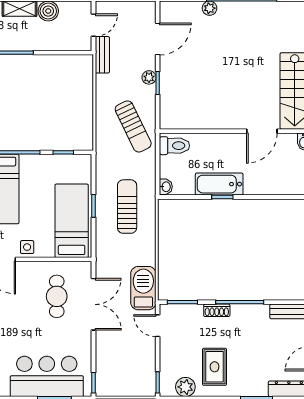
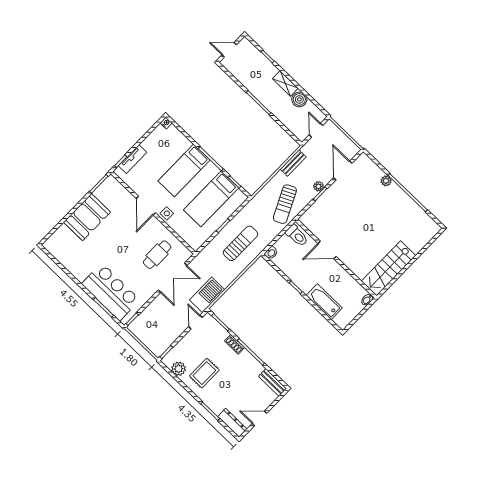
door: (93, 25) -> (316, 130), swing flipped
door: (158, 39) -> (343, 171), swing flipped
bench: (102, 55) -> (293, 163), moved
door: (262, 131) -> (327, 250), moved
bathtub: (219, 184) -> (324, 302), moved
bed: (72, 221) -> (211, 199), moved, turned 180

